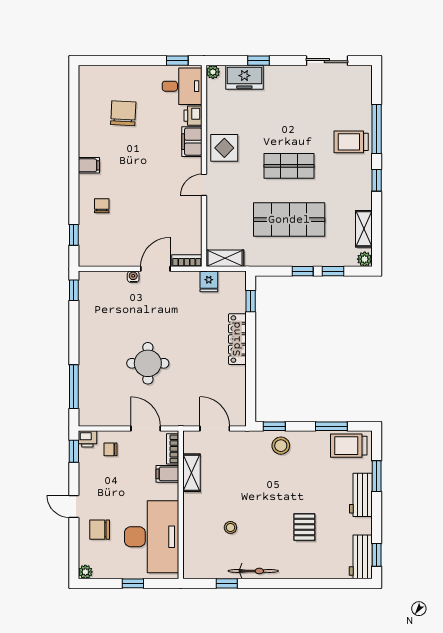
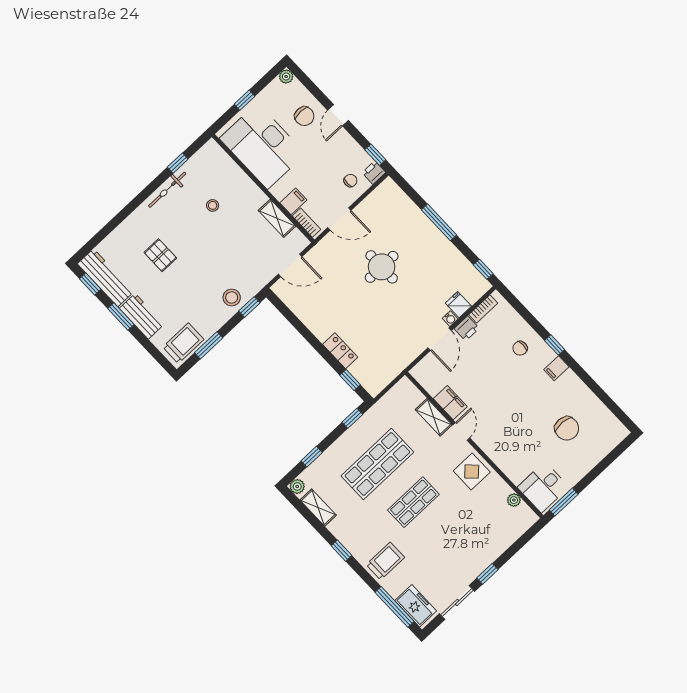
window: (177, 61) -> (564, 502), width x1.50
window: (259, 61) -> (487, 574), moved
plant: (213, 72) -> (514, 500), moved
freezer: (244, 77) -> (416, 606), moved, turned 90
printer: (193, 116) -> (467, 328), moved, turned 90
window: (377, 129) -> (395, 607), moved
filing cabinet: (192, 142) -> (450, 403), moved
chair: (102, 206) -> (520, 348), turned 90
window: (74, 235) -> (555, 345), moved
shelving: (225, 258) -> (434, 417), moved, turned 90
bookcase: (187, 261) -> (483, 309), moved
window: (303, 271) -> (352, 418), moved
fridge: (209, 281) -> (458, 305), moved
locker: (237, 339) -> (340, 351), width x0.66
window: (74, 387) -> (439, 222), moved
window: (377, 476) -> (121, 316), moved
door: (74, 507) -> (338, 115), swing flipped
chair: (100, 530) -> (304, 116), turned 90
workbench: (361, 557) -> (106, 278), width x1.38

